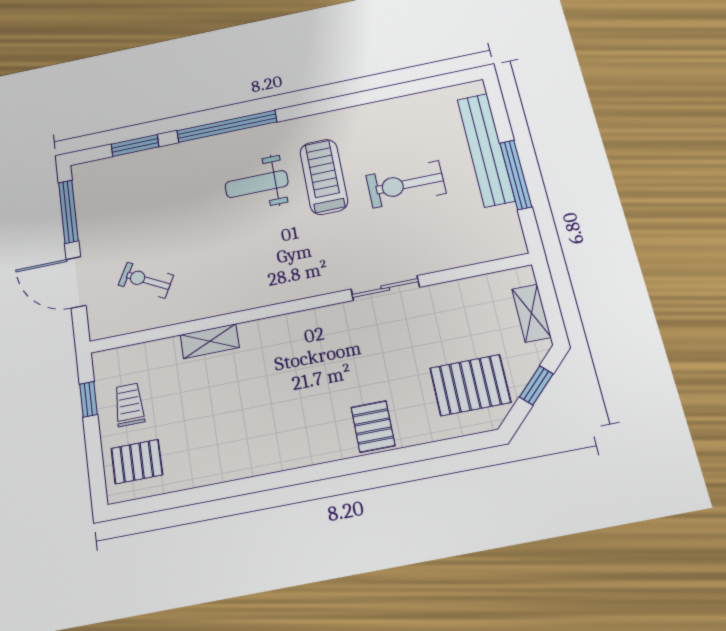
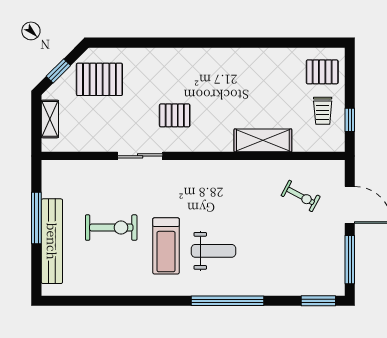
window: (135, 146) -> (318, 301), moved
shelving: (210, 341) -> (263, 140), width x1.50, depth x1.33
pallet: (373, 426) -> (175, 115), moved, turned 90

